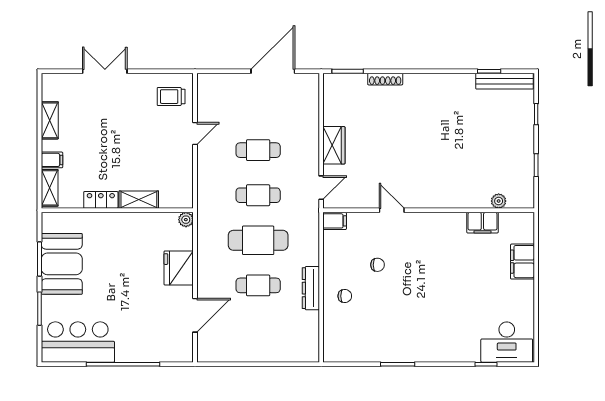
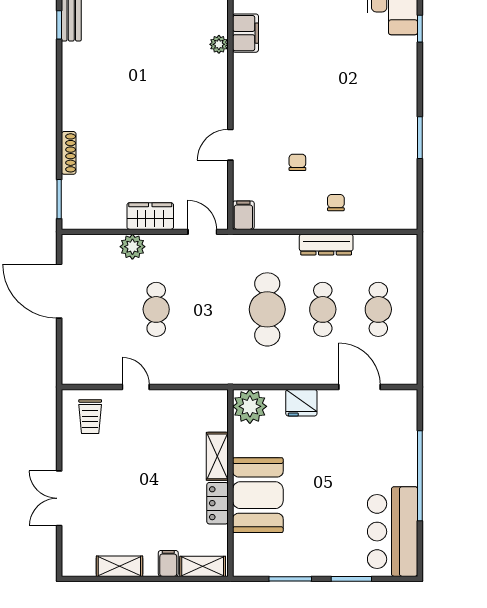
plant: (309, 131) -> (132, 247), added
cafe table: (258, 195) -> (378, 309), moved
plant: (499, 201) -> (219, 44), moved
plant: (186, 220) -> (250, 406), width x1.88, depth x1.88
booth: (62, 264) -> (258, 495), moved, turned 90
fridge: (179, 268) -> (301, 403), width x0.73, depth x0.75

